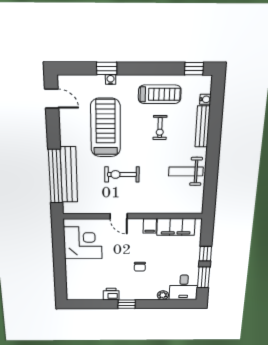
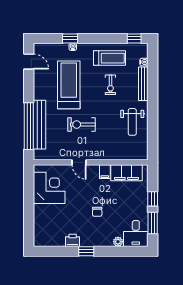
weight bench: (186, 171) -> (132, 122), turned -90

